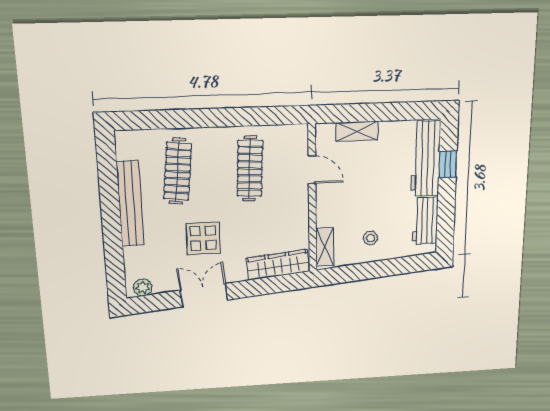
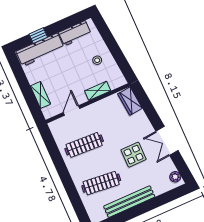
shelving: (325, 247) -> (98, 91), moved
wardrobe: (278, 265) -> (130, 101), width x0.67

